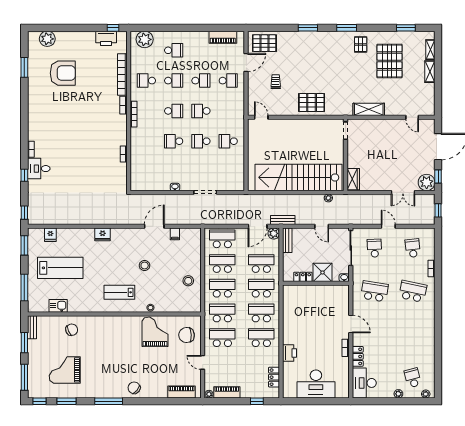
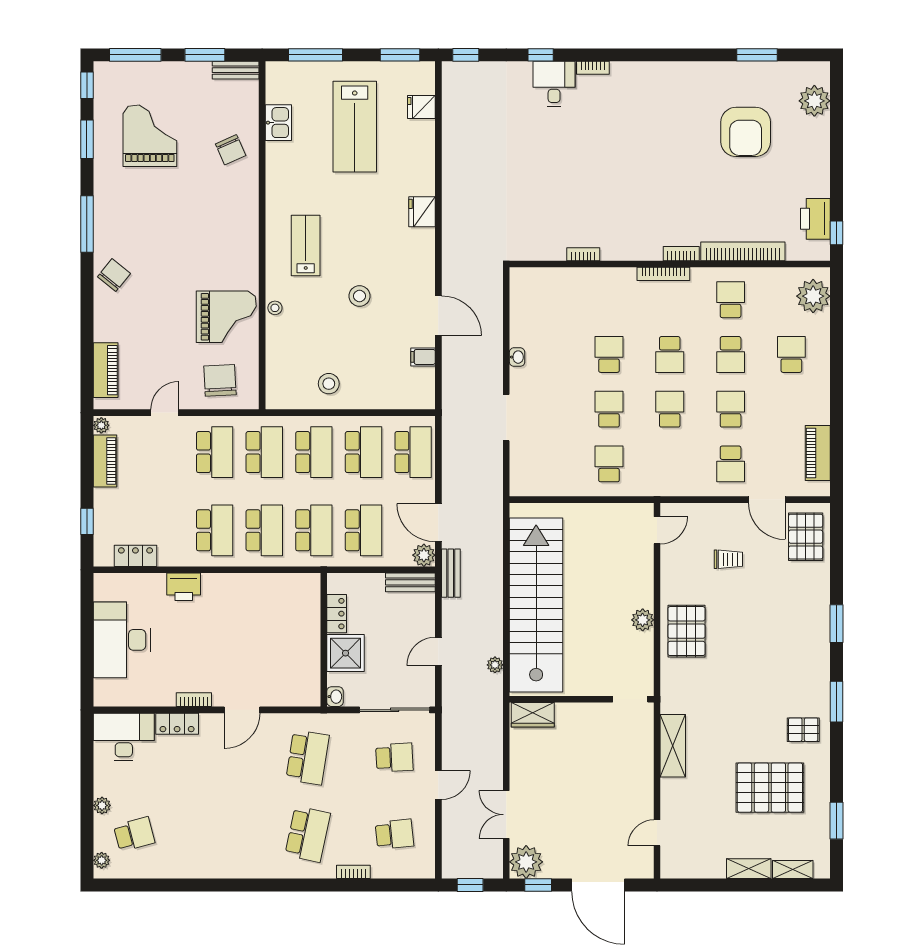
school desk: (174, 50) -> (791, 354), turned 180
school desk: (201, 81) -> (731, 409), turned 180
plant: (306, 124) -> (643, 620), added

